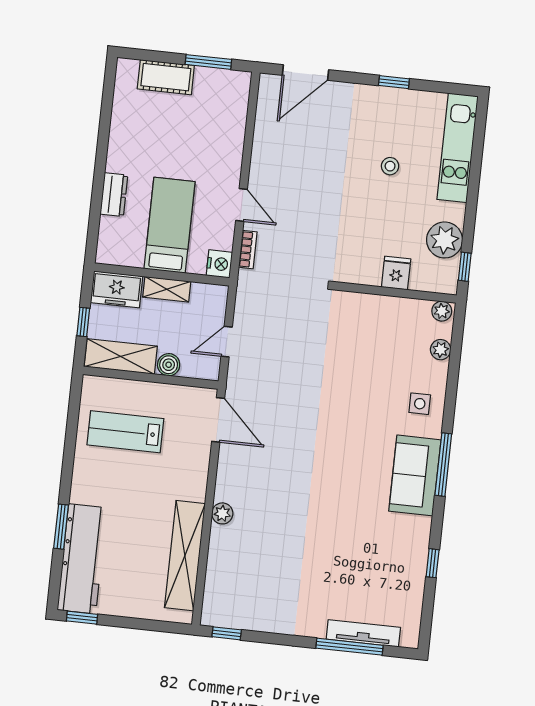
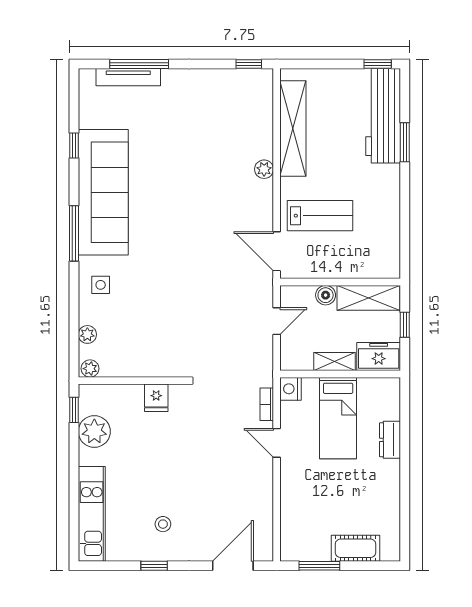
stool: (390, 166) -> (163, 524), moved
fridge: (396, 273) -> (156, 398), moved
lab bench: (125, 432) -> (320, 216), moved
sofa: (415, 475) -> (103, 192), width x1.85, depth x1.27

